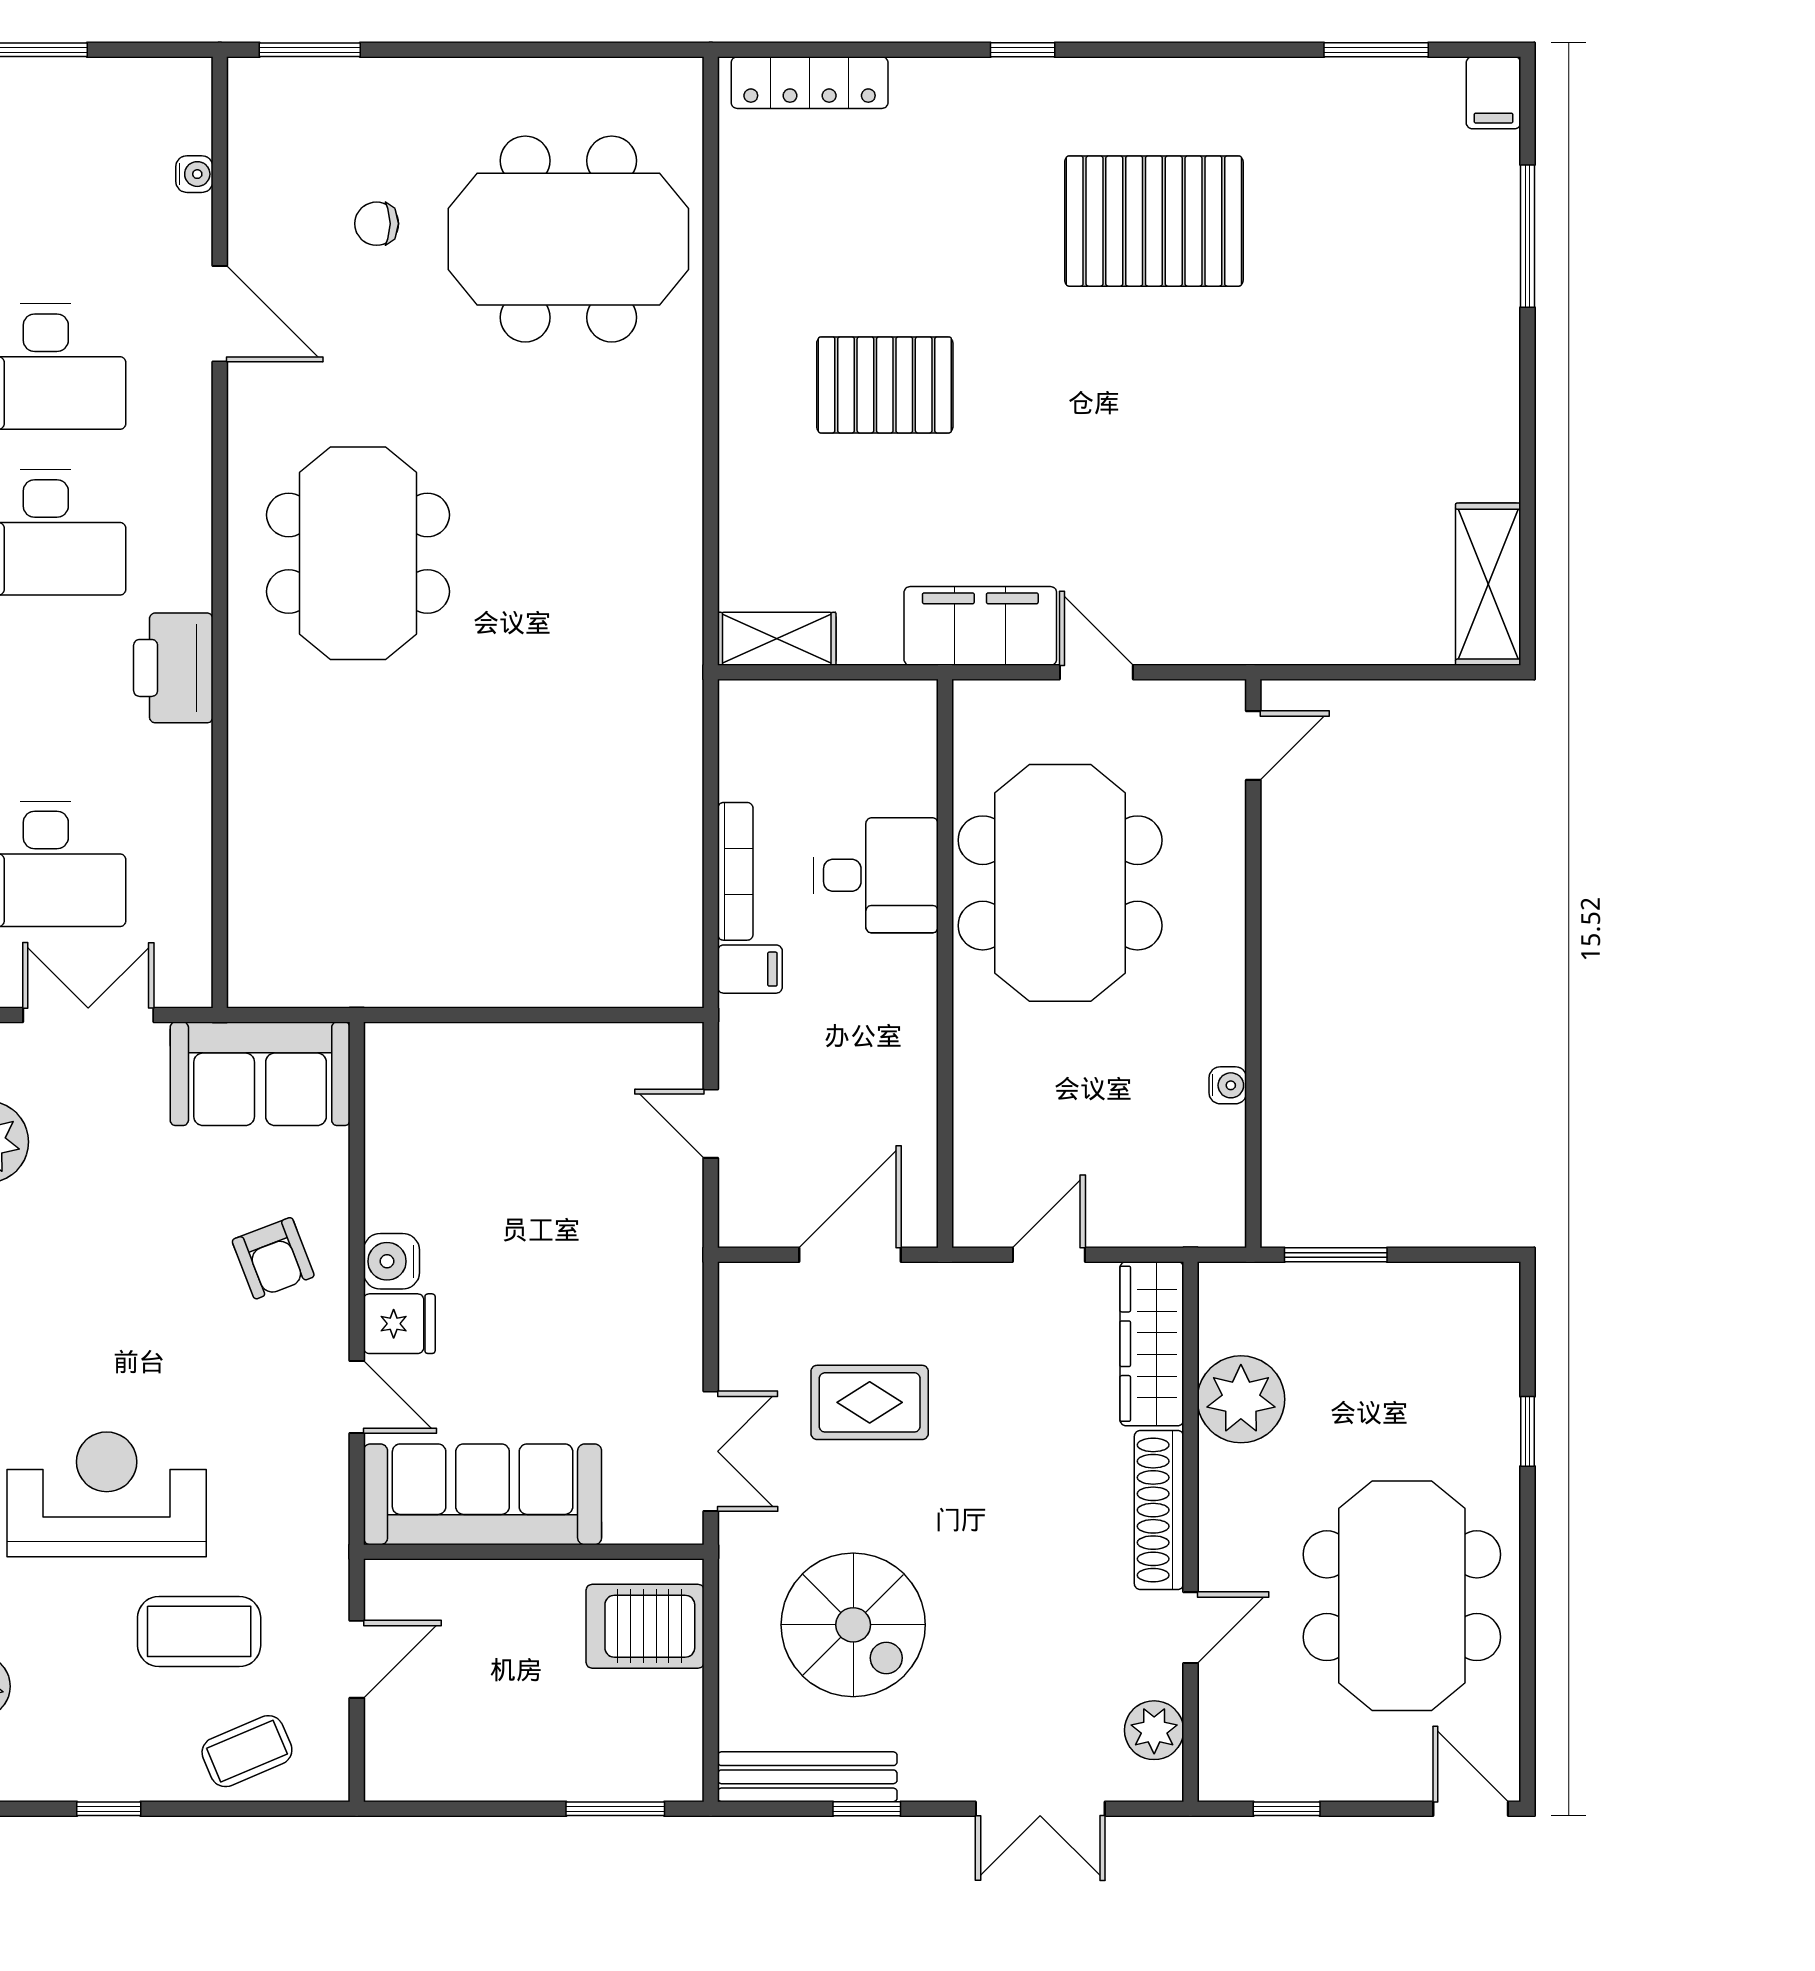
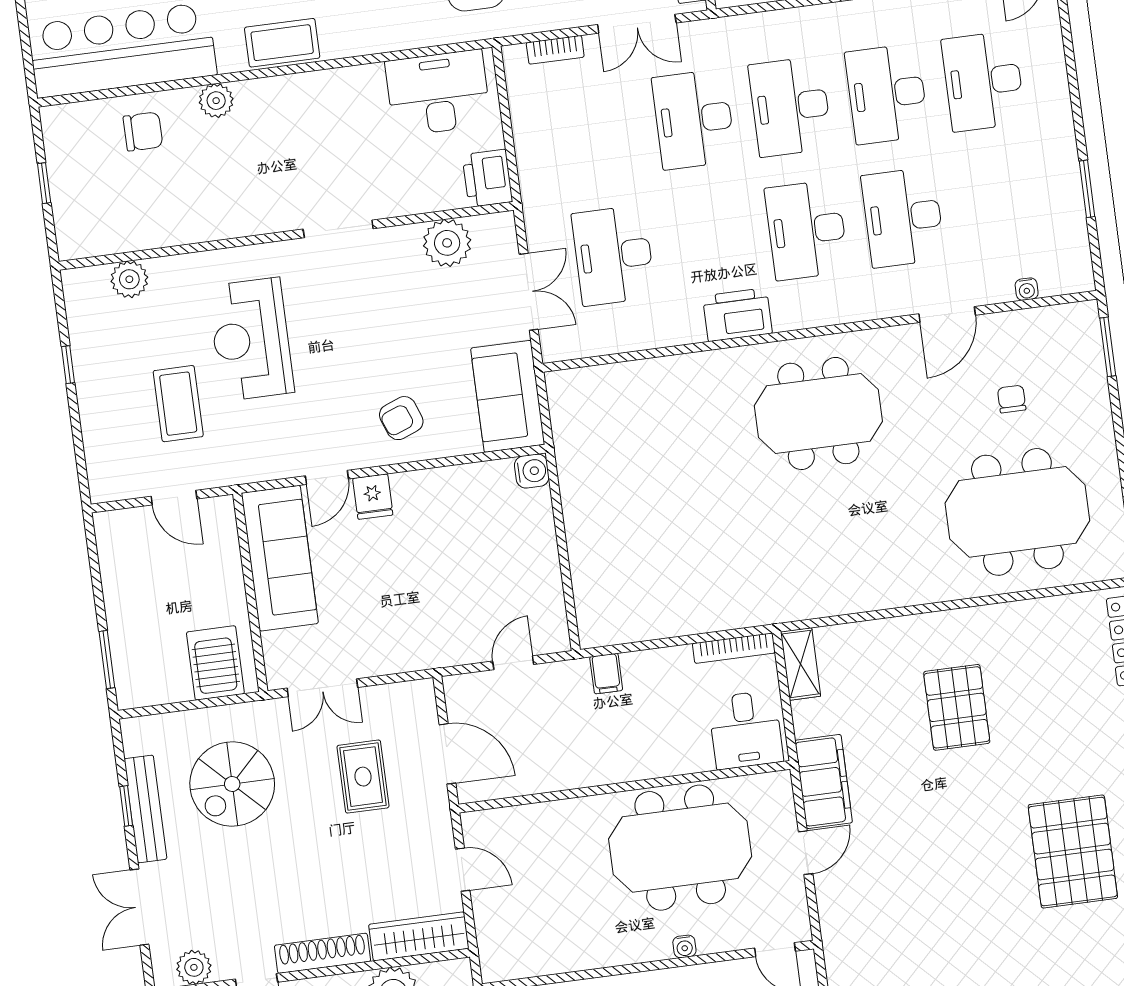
meeting table: (568, 239) -> (1017, 512), turned 90
bookcase: (735, 871) -> (734, 648), moved
desk: (876, 875) -> (746, 730), moved
water cooler: (1228, 1085) -> (684, 946), moved
water cooler: (391, 1261) -> (532, 471), moved, turned 90
reception desk: (107, 1494) -> (251, 339), turned 180
coffee table: (247, 1751) -> (112, 441), removed
bench: (807, 1777) -> (145, 809), moved

